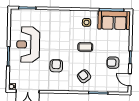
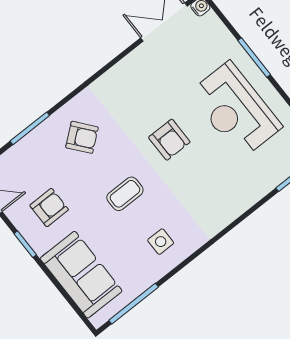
sofa: (114, 20) -> (81, 275), moved, turned 90
reception desk: (28, 45) -> (235, 110), turned 180
armchair: (56, 66) -> (169, 140), moved

